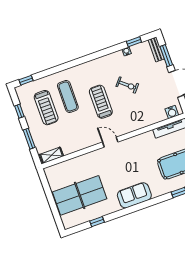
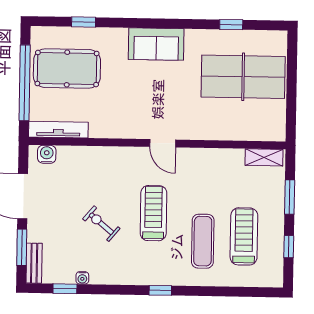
window: (26, 80) -> (160, 290), moved
treadmill: (101, 102) -> (153, 213), turned 180

